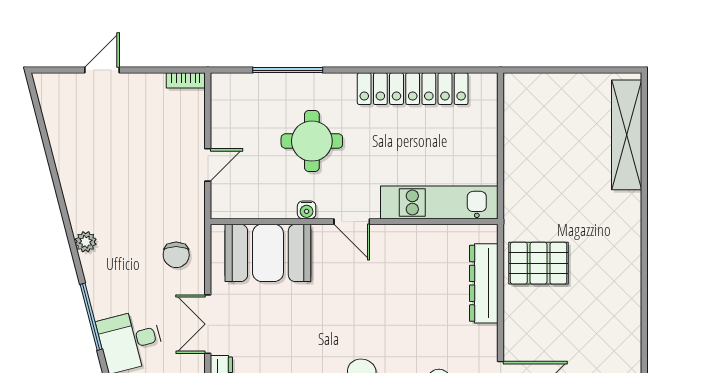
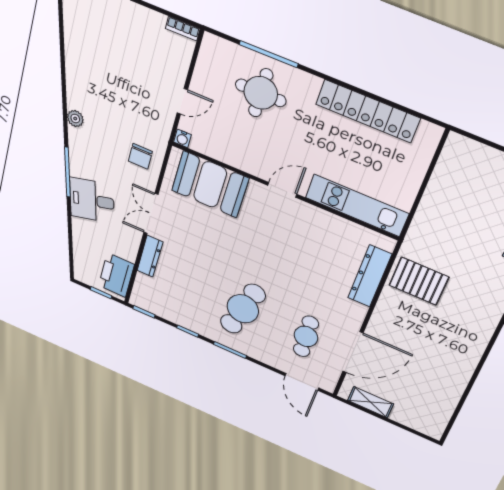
round table: (312, 141) -> (261, 93), moved
water cooler: (307, 210) -> (182, 138), moved
door: (352, 222) -> (282, 190), swing flipped

